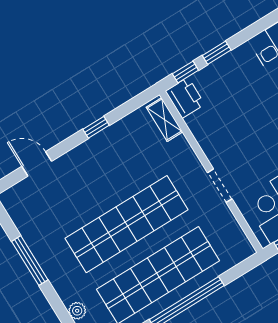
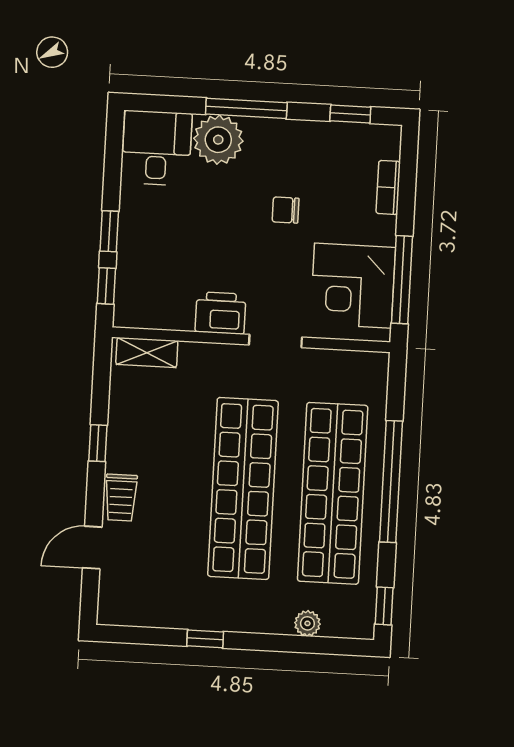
printer: (185, 98) -> (220, 313), moved
trolley: (75, 161) -> (121, 498), added
window: (30, 261) -> (205, 639), width x0.46

